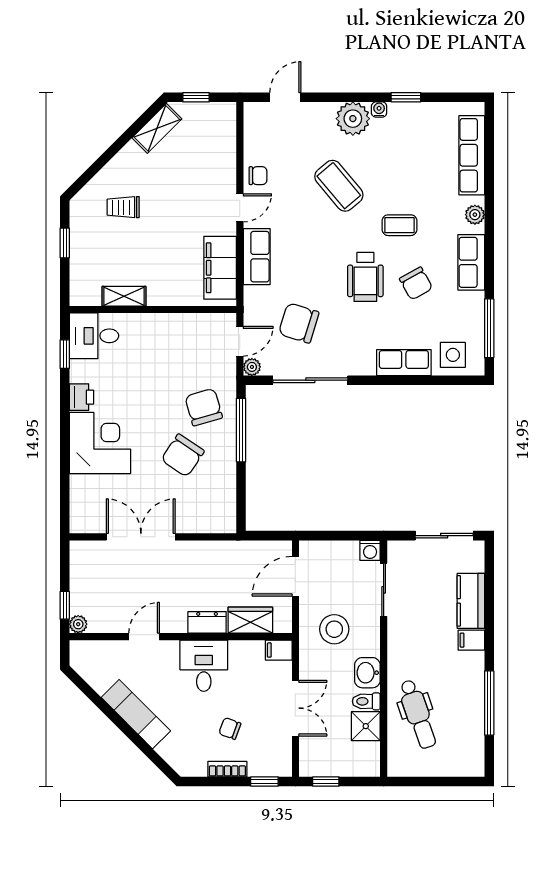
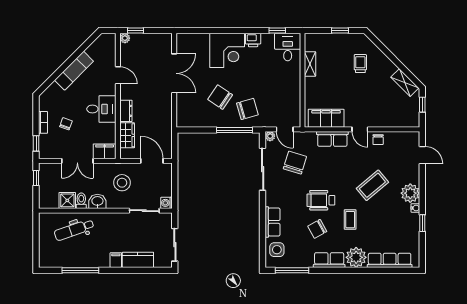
plant: (475, 215) -> (356, 257), width x1.88, depth x1.88
filing cabinet: (279, 650) -> (105, 151), width x2.00

